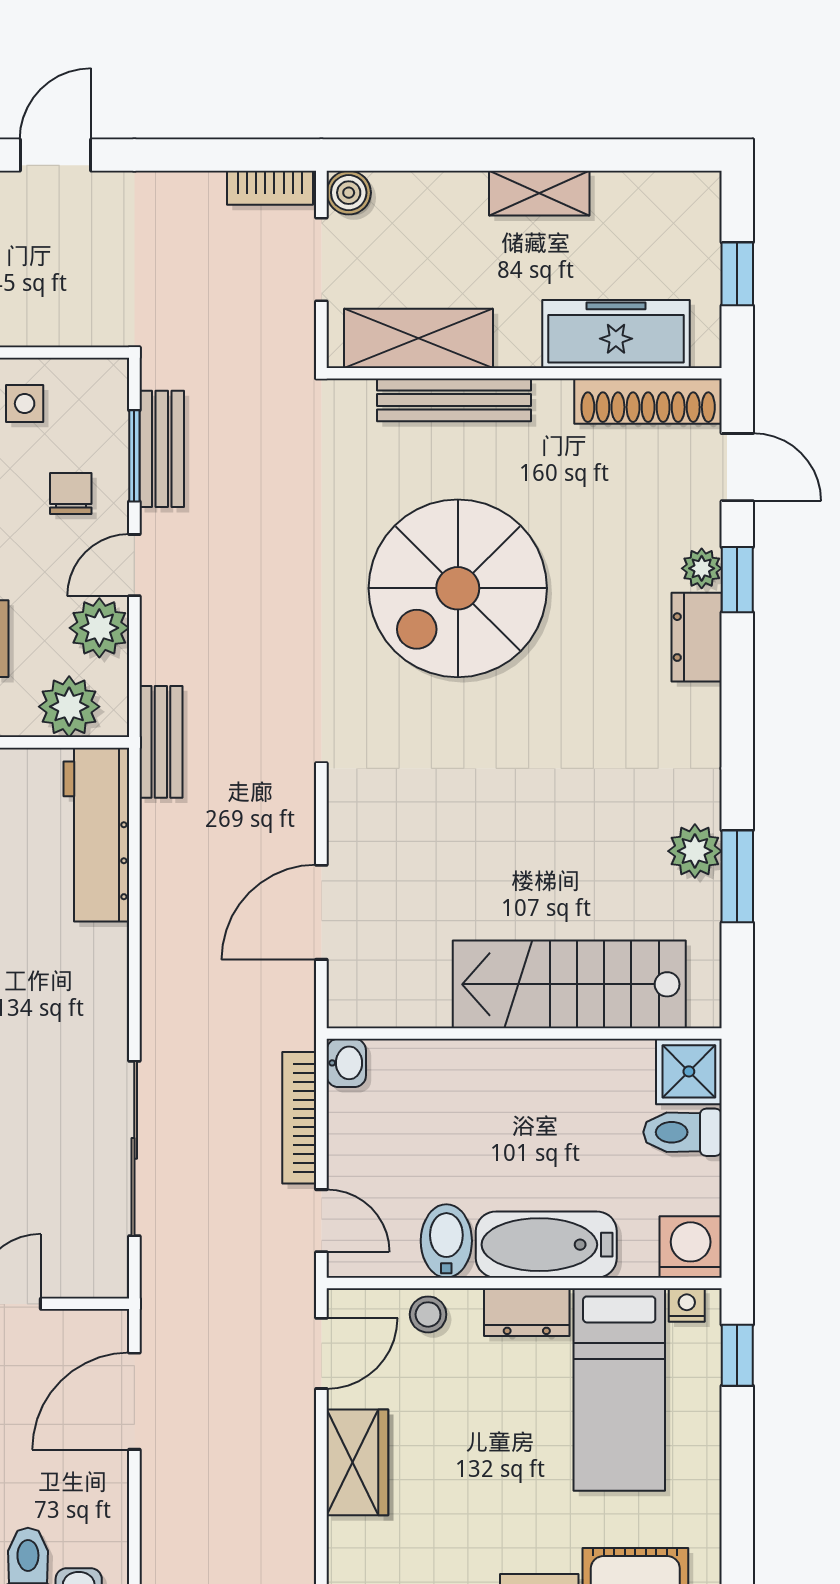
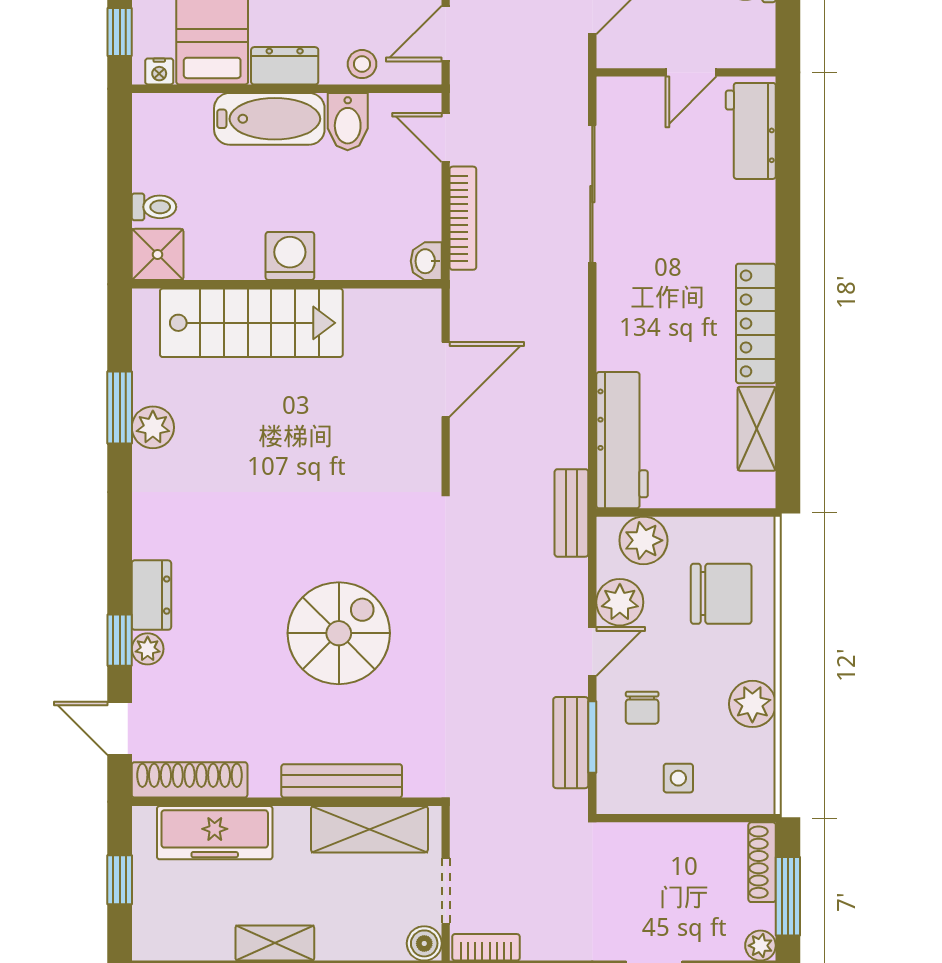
spiral stairs: (458, 588) -> (339, 633), width x0.73, depth x0.73
toilet: (683, 1132) -> (154, 207), width x0.73, depth x0.72
washing machine: (691, 1247) -> (290, 256), moved, turned 180

